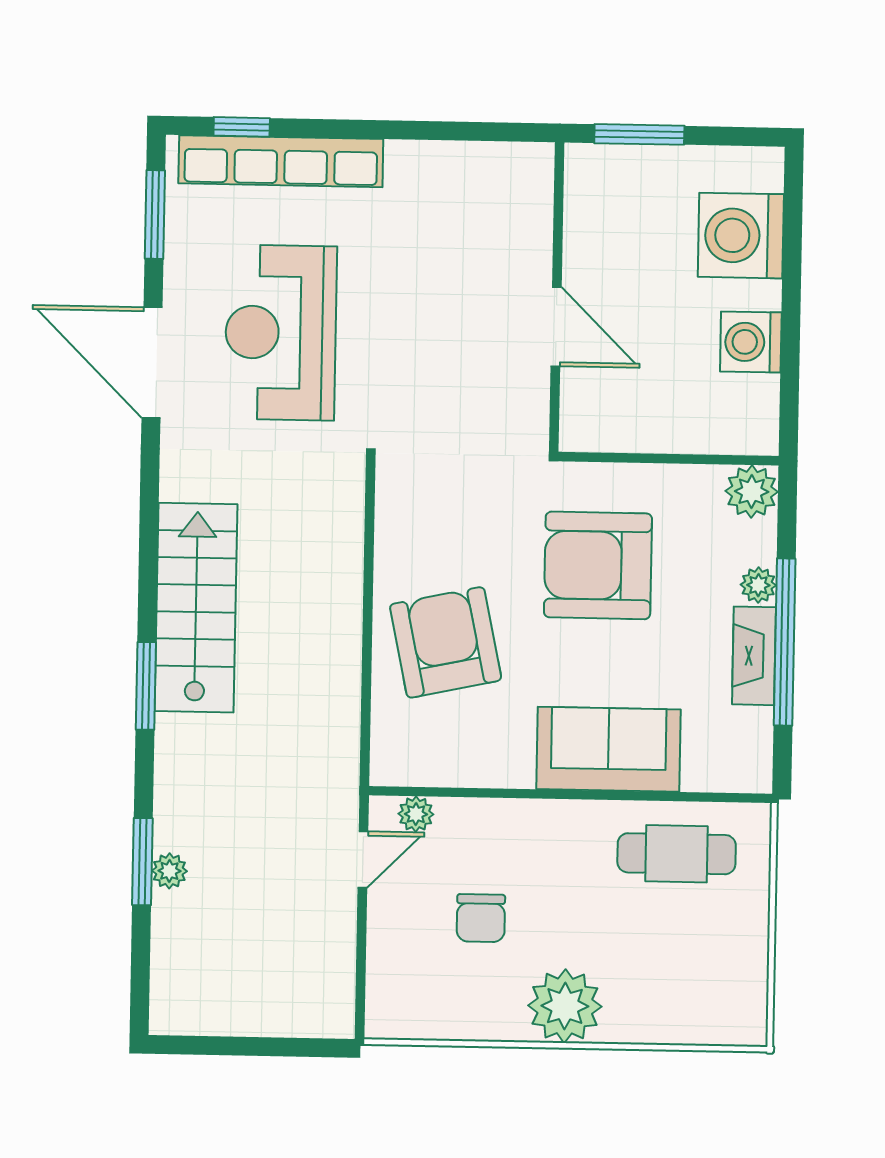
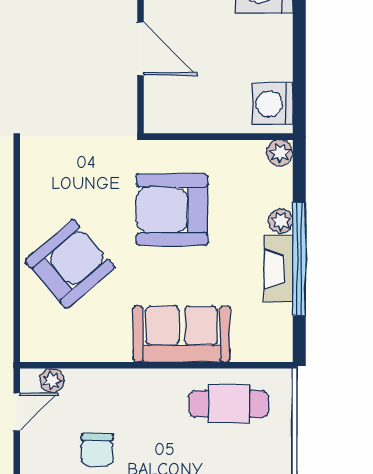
washing machine: (751, 342) -> (272, 104), moved
plant: (752, 491) -> (280, 153), width x0.73, depth x0.73
armchair: (446, 642) -> (70, 264), turned 61

